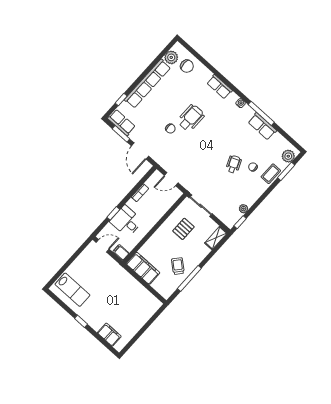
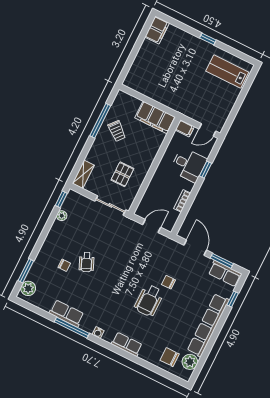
coffee table: (271, 174) -> (42, 263), removed
filing cabinet: (109, 335) -> (157, 30), moved, turned -90

